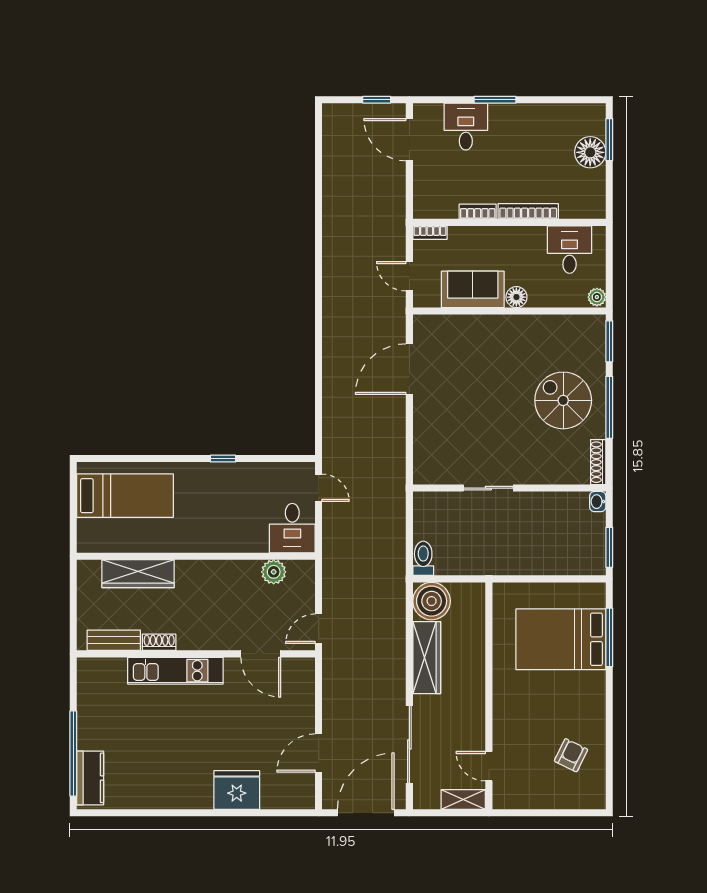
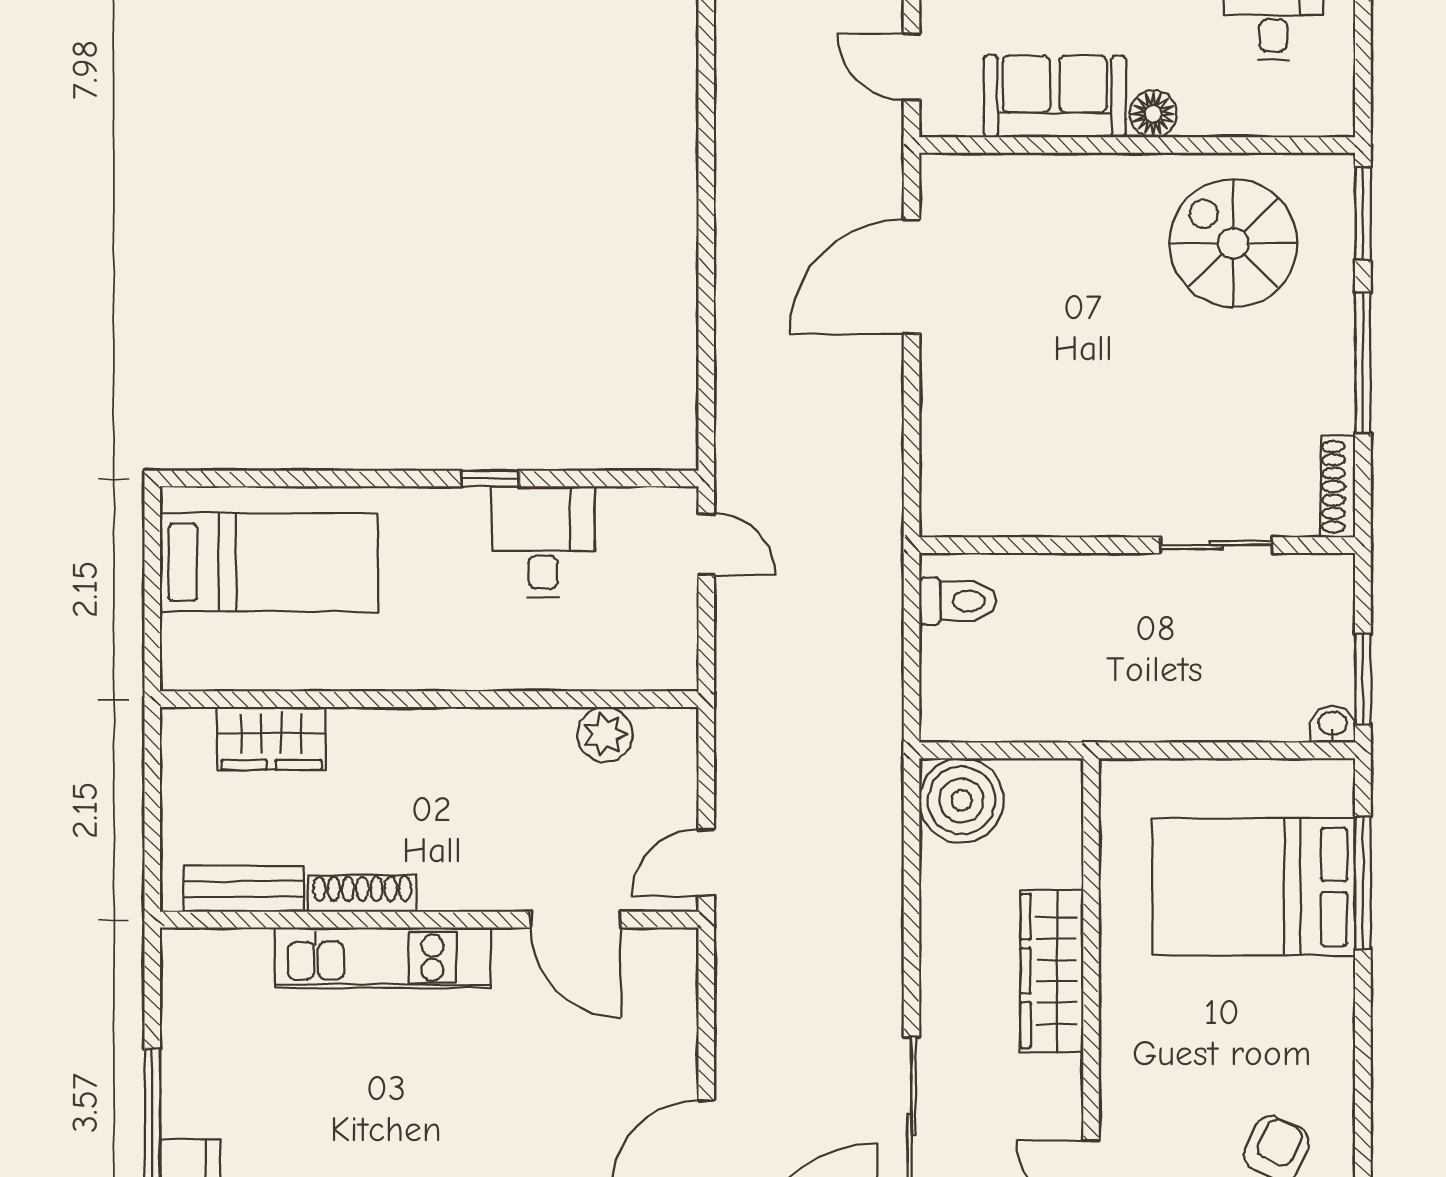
plant: (597, 297) -> (1335, 114), removed
spiral stairs: (563, 400) -> (1233, 243), moved
sliding door: (488, 488) -> (1216, 545), moved
washbasin: (598, 502) -> (1332, 724), moved, turned 90
desk: (292, 528) -> (543, 542), moved, turned 180
toilet: (423, 558) -> (958, 601), moved, turned 90
wardrobe: (138, 574) -> (271, 738), width x0.67
shoe rack: (159, 642) -> (362, 894), width x1.43
wardrobe: (427, 658) -> (1052, 971), moved, turned 180

